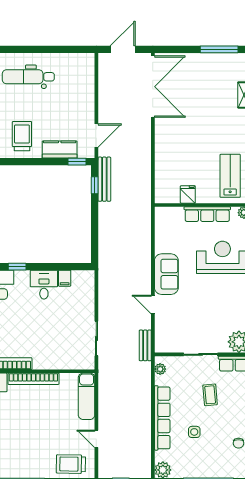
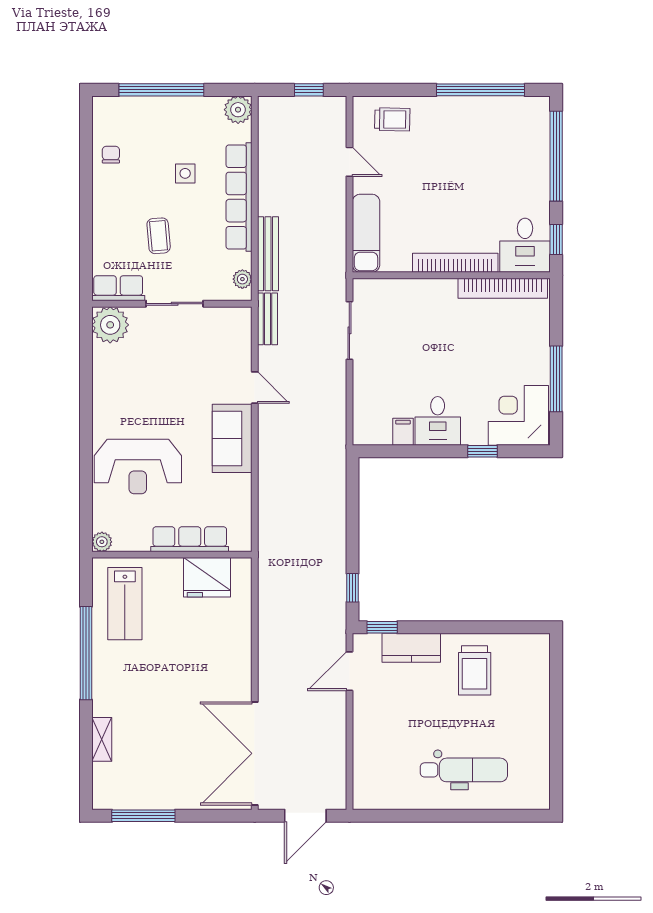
bench: (104, 179) -> (268, 254), moved
fridge: (188, 194) -> (207, 577), width x1.88, depth x1.34
row of seats: (207, 214) -> (190, 539), moved
trolley: (71, 464) -> (392, 119), width x0.73, depth x0.72

